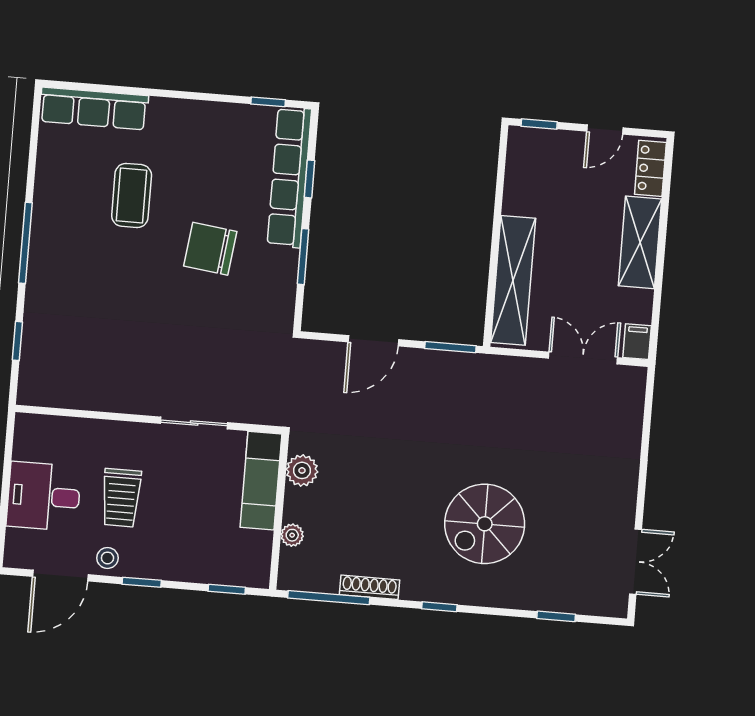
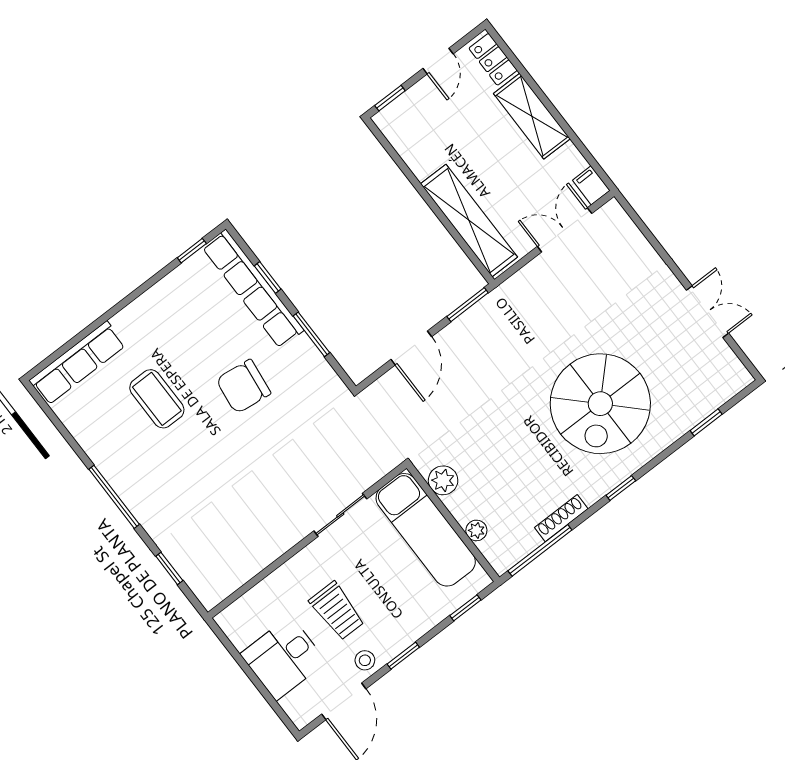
exam couch: (261, 481) -> (426, 530), width x1.36, depth x1.45
spiral stairs: (485, 524) -> (600, 404), width x1.37, depth x1.37
double door: (636, 562) -> (708, 312), moved

